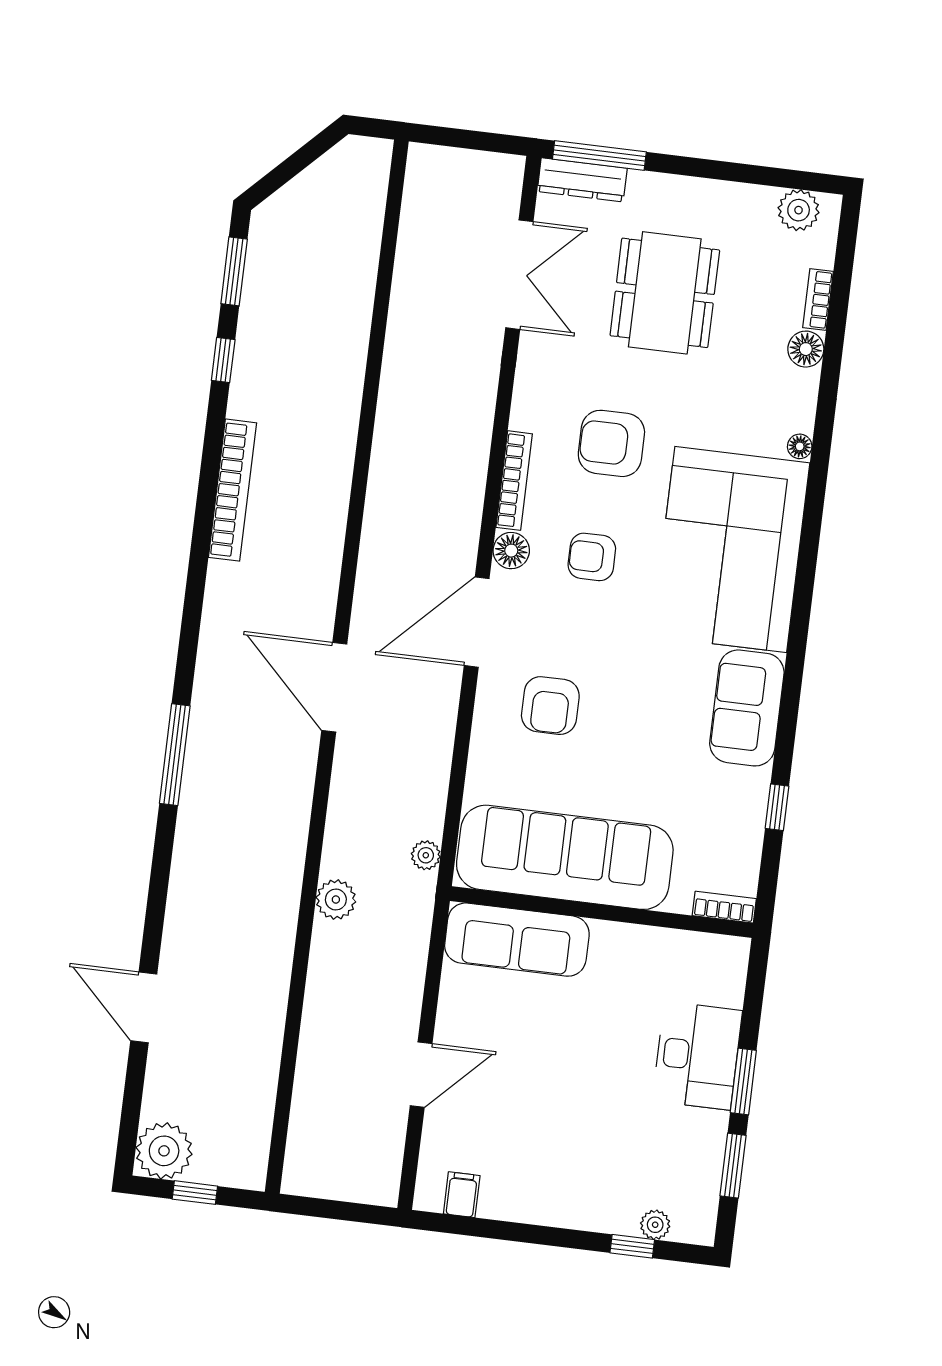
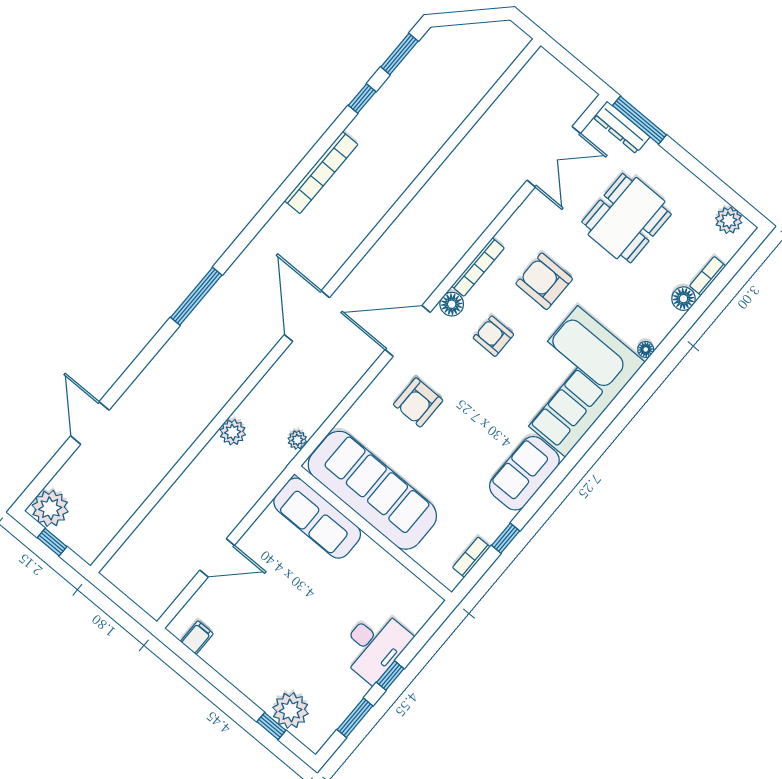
bookcase: (724, 907) -> (471, 557), moved, turned -90
window: (743, 1081) -> (390, 676), width x0.67
plant: (655, 1225) -> (291, 710), width x1.88, depth x1.88

